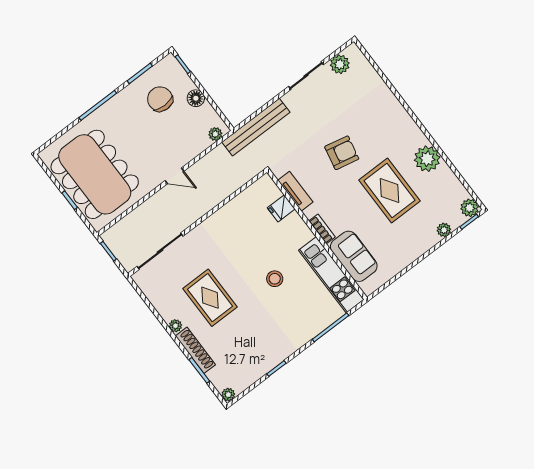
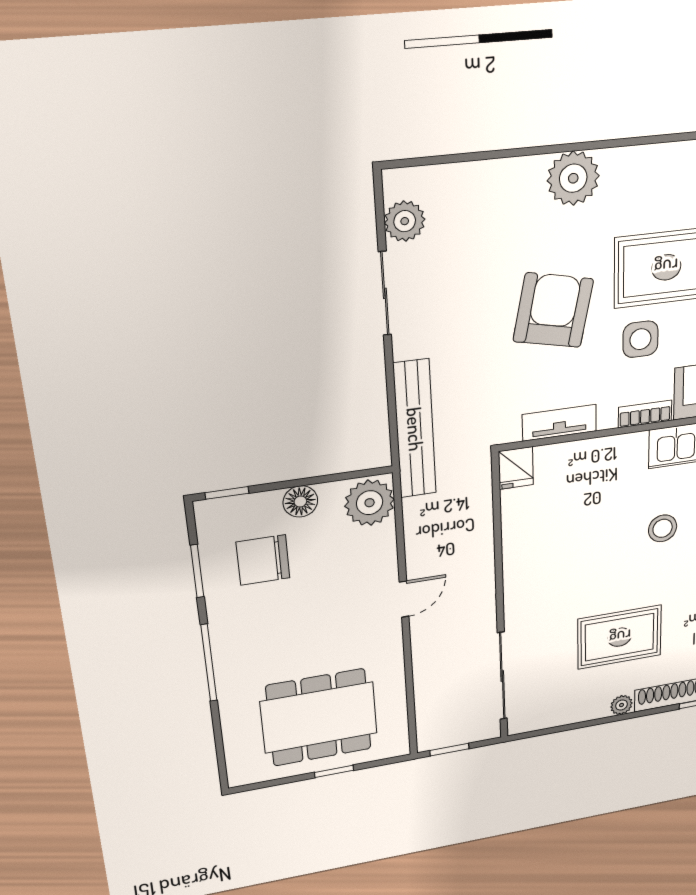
plant: (215, 134) -> (370, 503), width x1.88, depth x1.88
armchair: (342, 153) -> (553, 310), width x1.36, depth x1.36
plant: (427, 159) -> (573, 178), moved
dining table: (95, 174) -> (319, 717), width x0.73, depth x0.80
side table: (353, 202) -> (640, 339), added
fridge: (281, 208) -> (516, 468), moved

